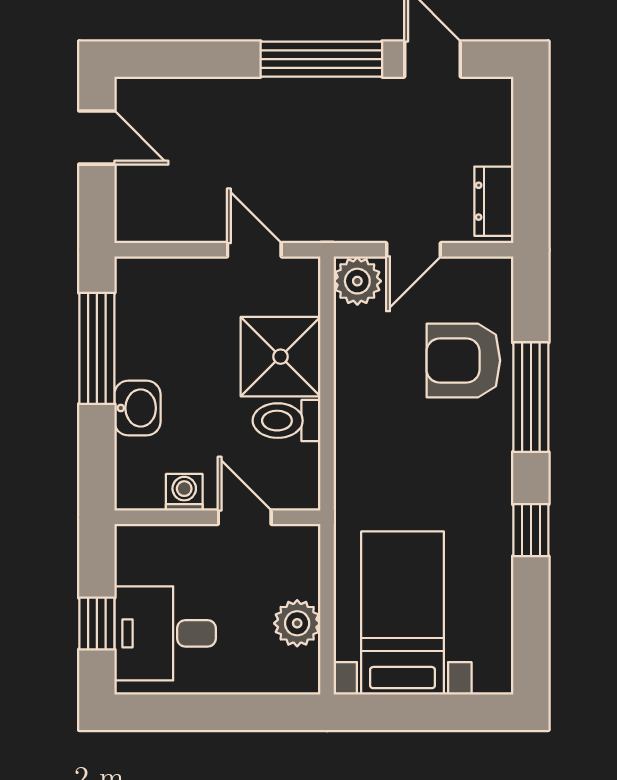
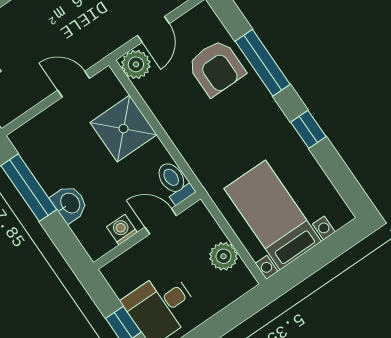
armchair: (463, 360) -> (216, 68), turned -90
toilet: (286, 421) -> (174, 182), moved, turned 90

